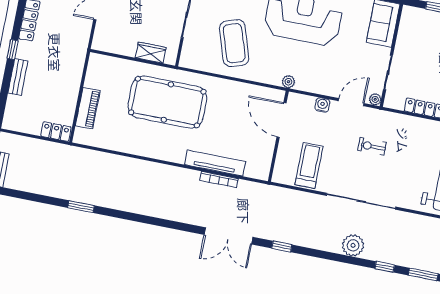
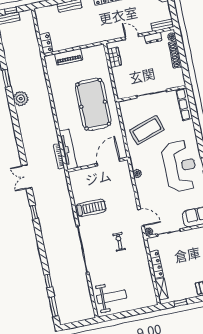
wardrobe: (151, 53) -> (114, 57), moved
water cooler: (322, 105) -> (132, 200), removed
door: (282, 120) -> (108, 162), moved
wall: (278, 136) -> (97, 165), moved
double door: (229, 236) -> (27, 177), width x0.73
plant: (353, 245) -> (21, 99), moved

